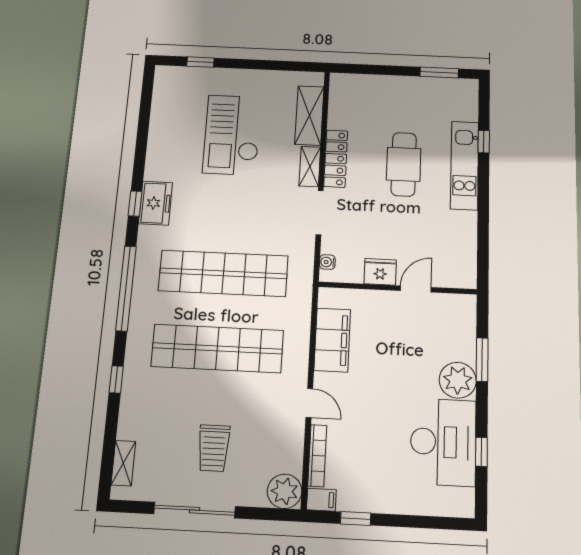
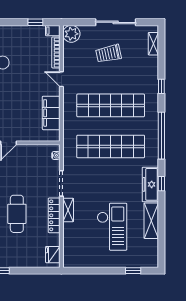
shelving: (309, 115) -> (151, 221), moved
freezer: (156, 203) -> (150, 184), width x1.40
fridge: (380, 272) -> (53, 255), moved, turned 90
trolley: (214, 448) -> (109, 54), turned -102

